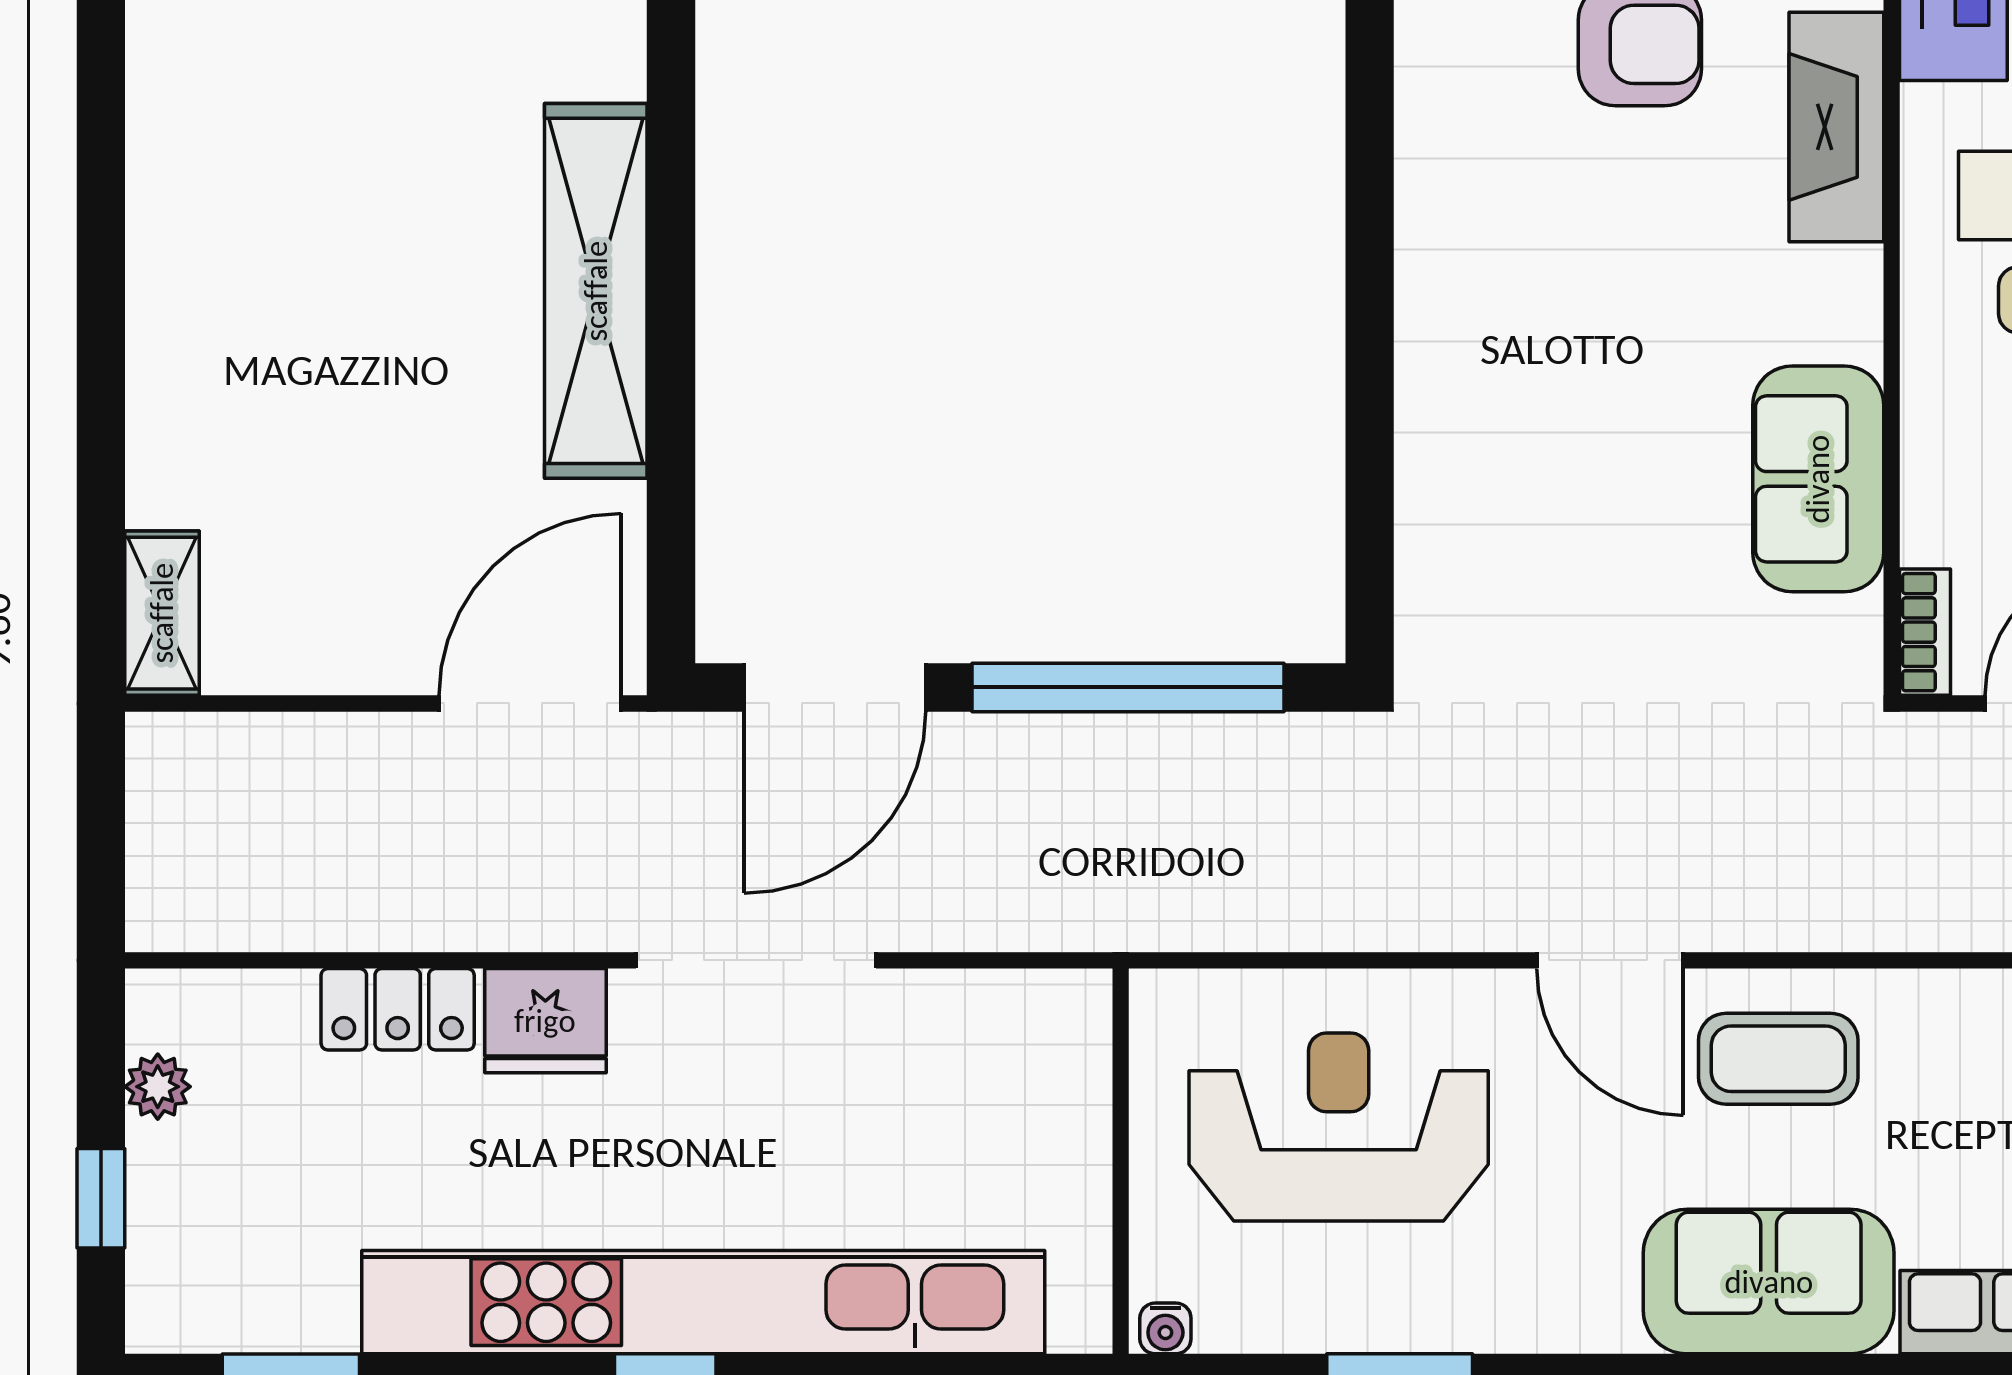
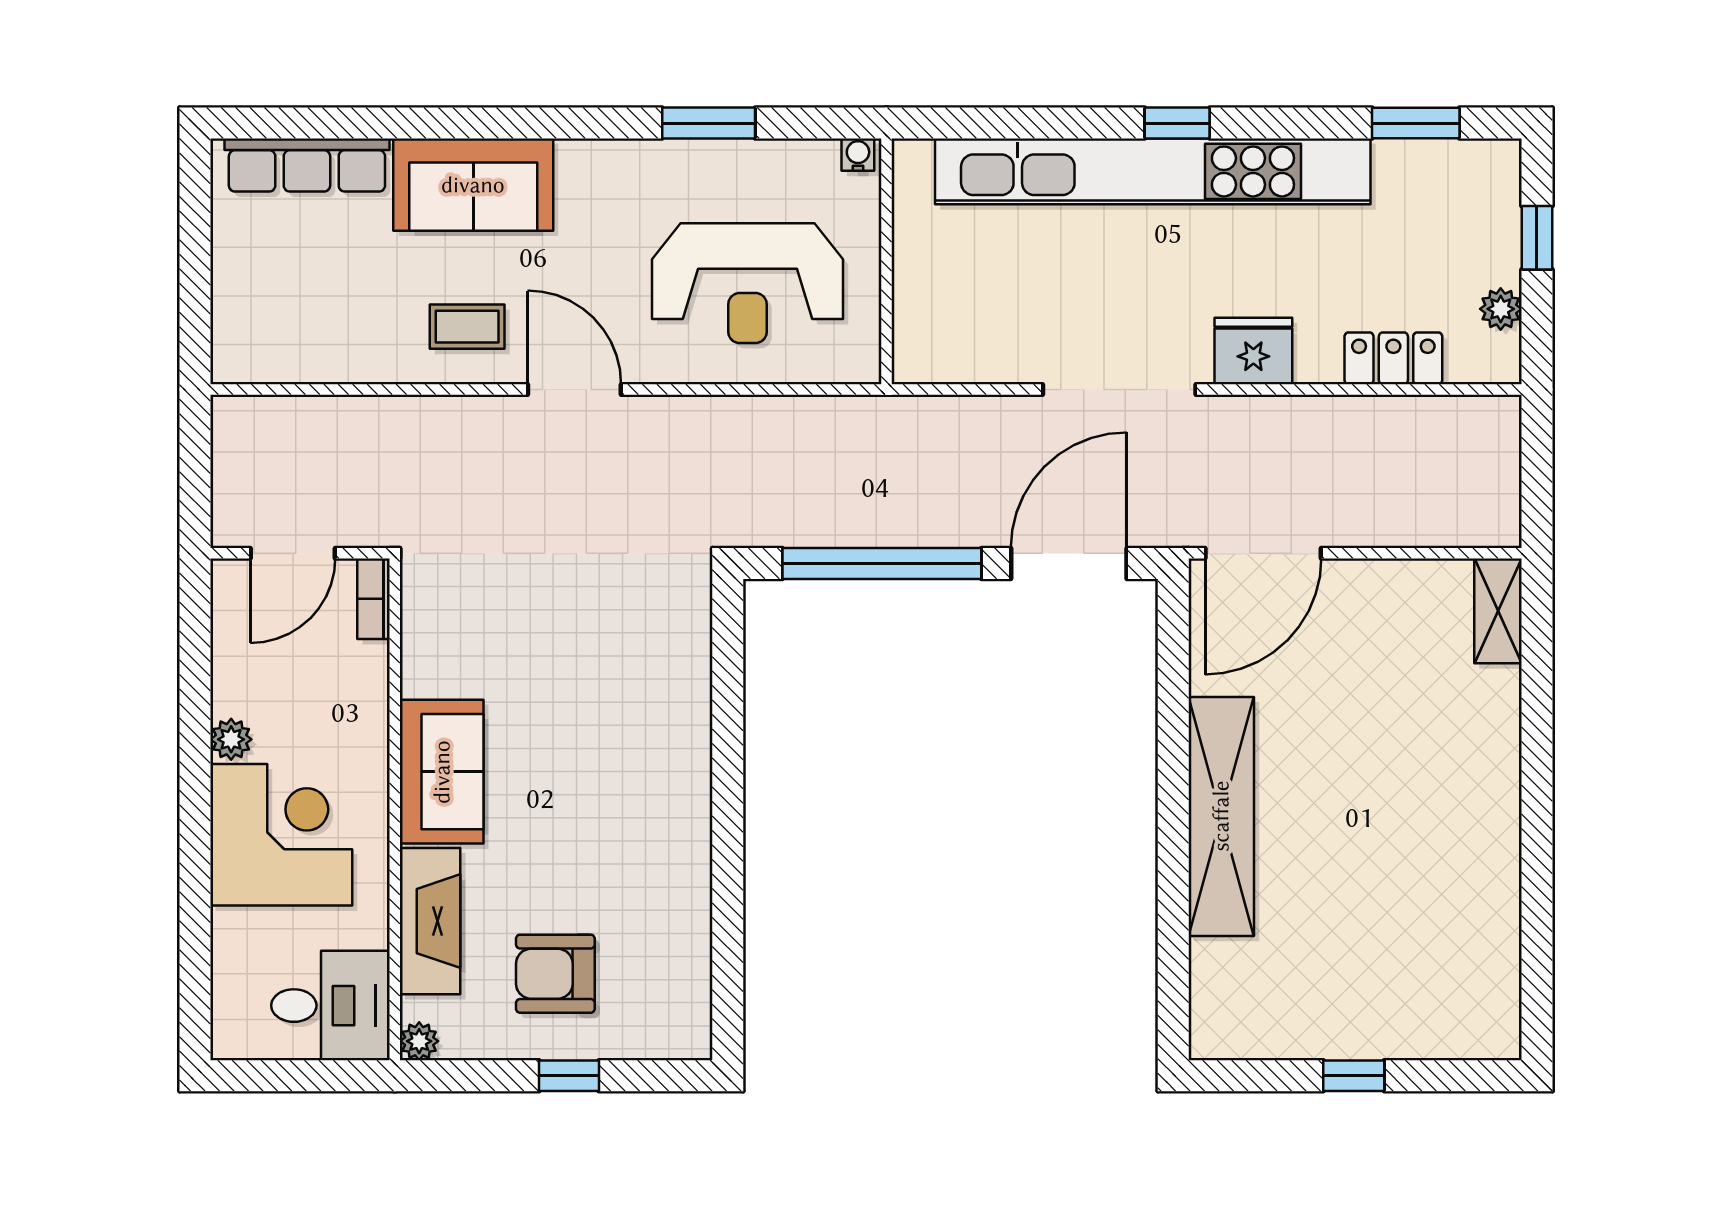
sofa: (1818, 479) -> (442, 772), moved
locker: (398, 1009) -> (1393, 358), moved
coffee table: (1778, 1059) -> (467, 327), width x0.73, depth x0.77

